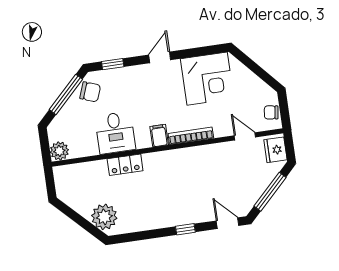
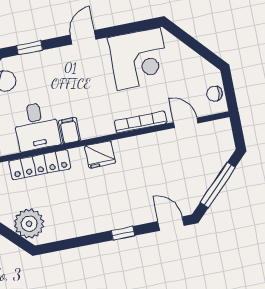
filing cabinet: (159, 136) -> (69, 131), moved
bookcase: (191, 136) -> (141, 122), moved
fridge: (275, 150) -> (100, 154), moved, turned -90
locker: (125, 165) -> (40, 165), width x1.53

